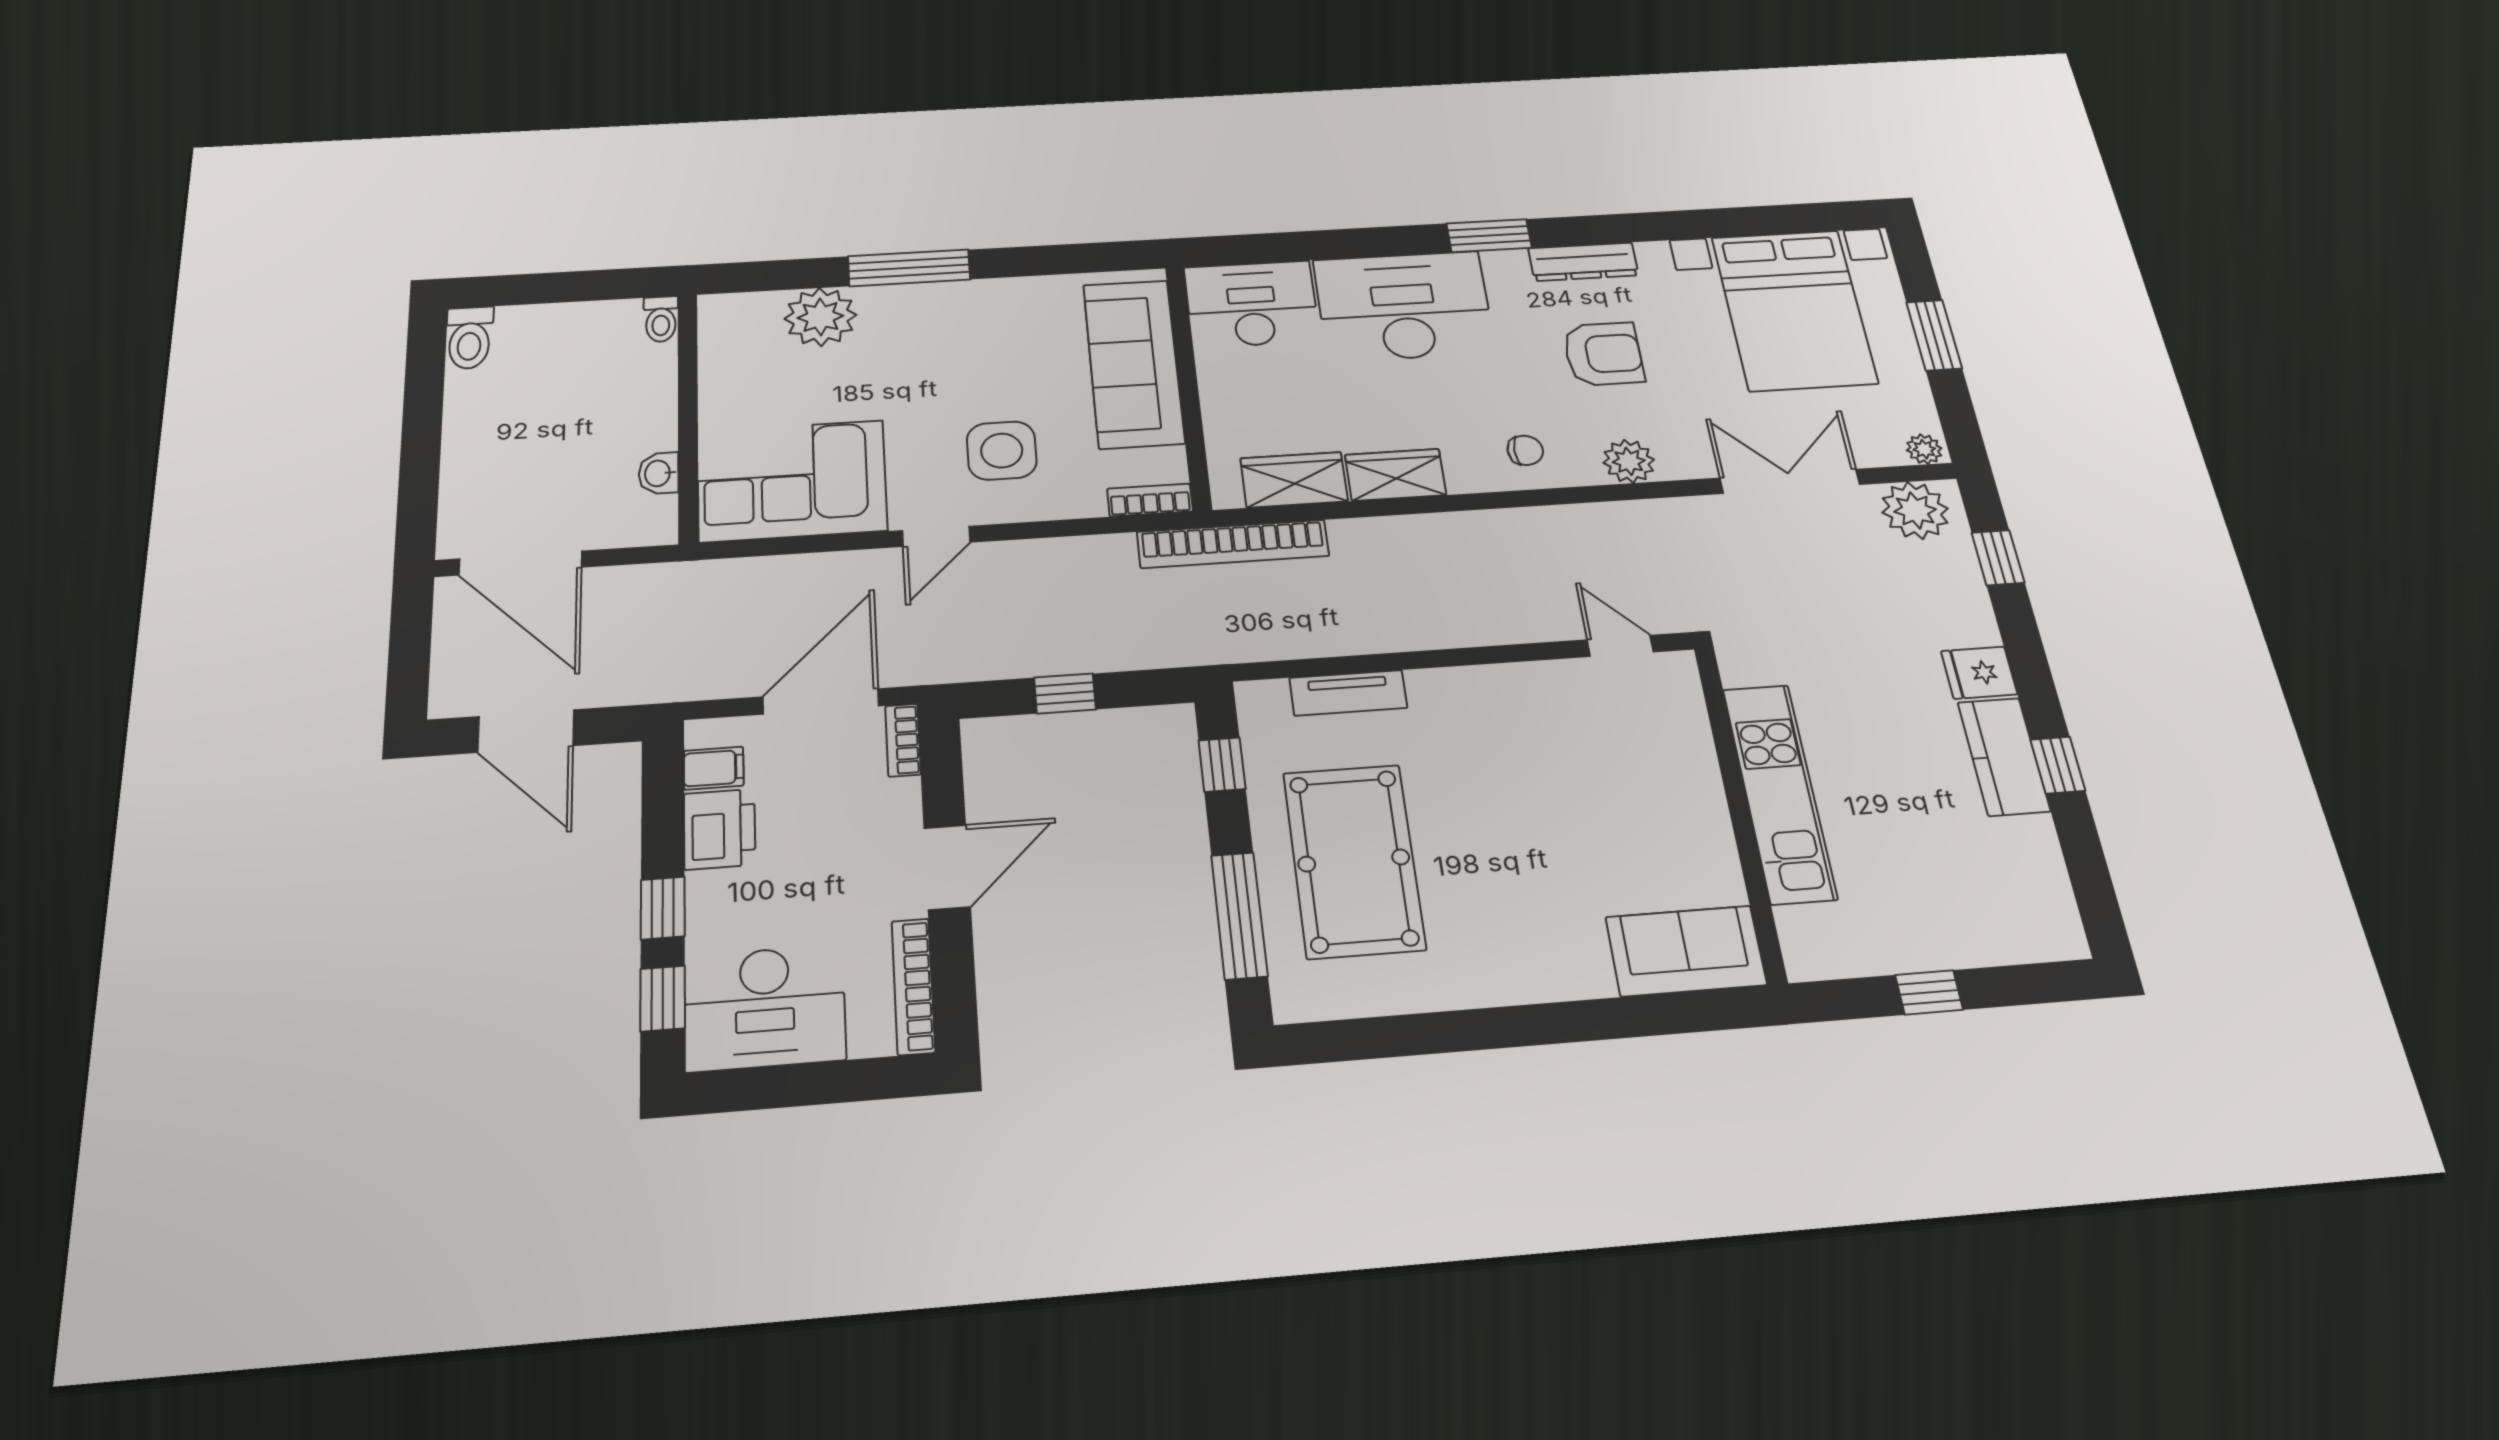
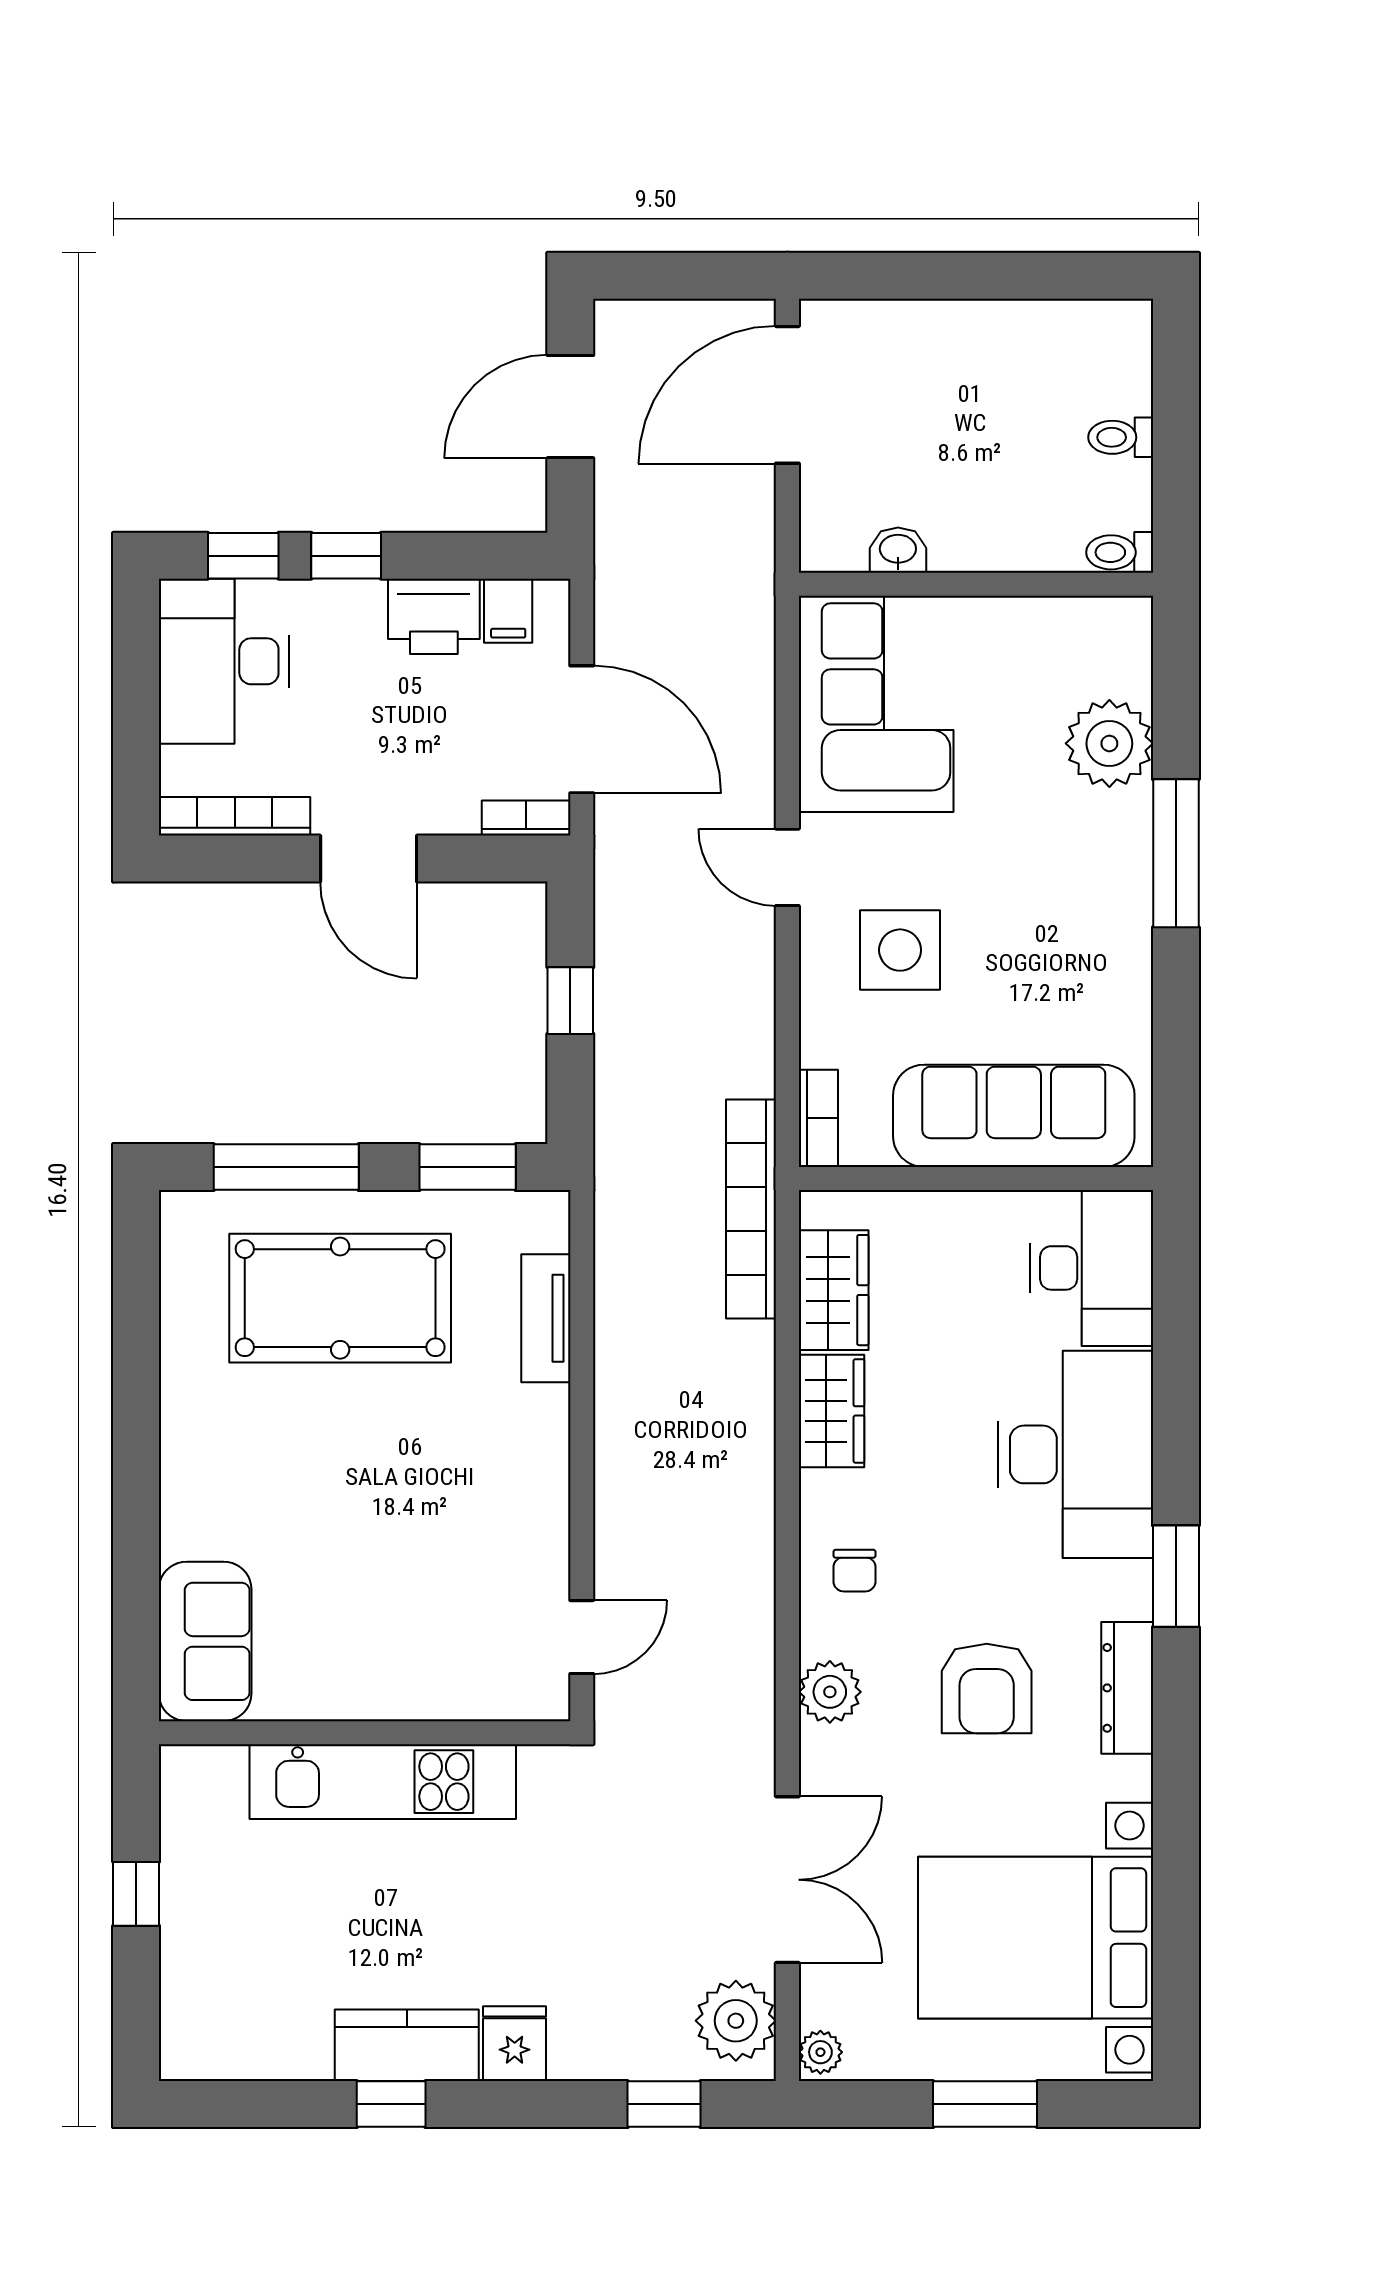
toilet: (469, 338) -> (1121, 437), moved, width x0.73, depth x0.72
window: (1222, 765) -> (468, 1167), width x1.50

